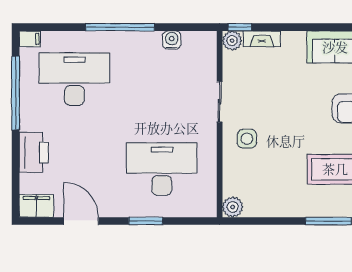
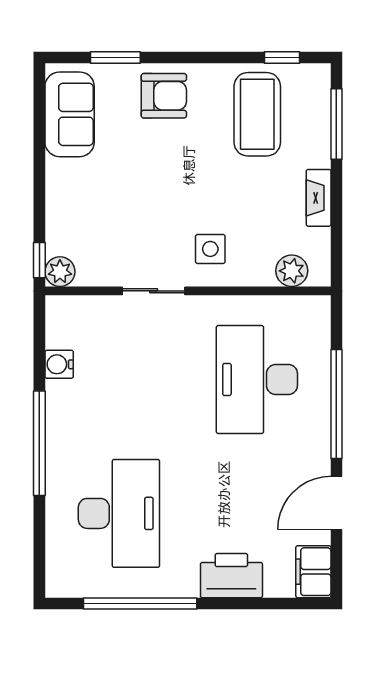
filing cabinet: (30, 39) -> (57, 582), removed
fireplace: (262, 39) -> (319, 198), moved, turned 180
desk: (74, 79) -> (119, 513), turned 180
plant: (233, 207) -> (292, 271), moved
window: (146, 221) -> (336, 404), width x2.11

